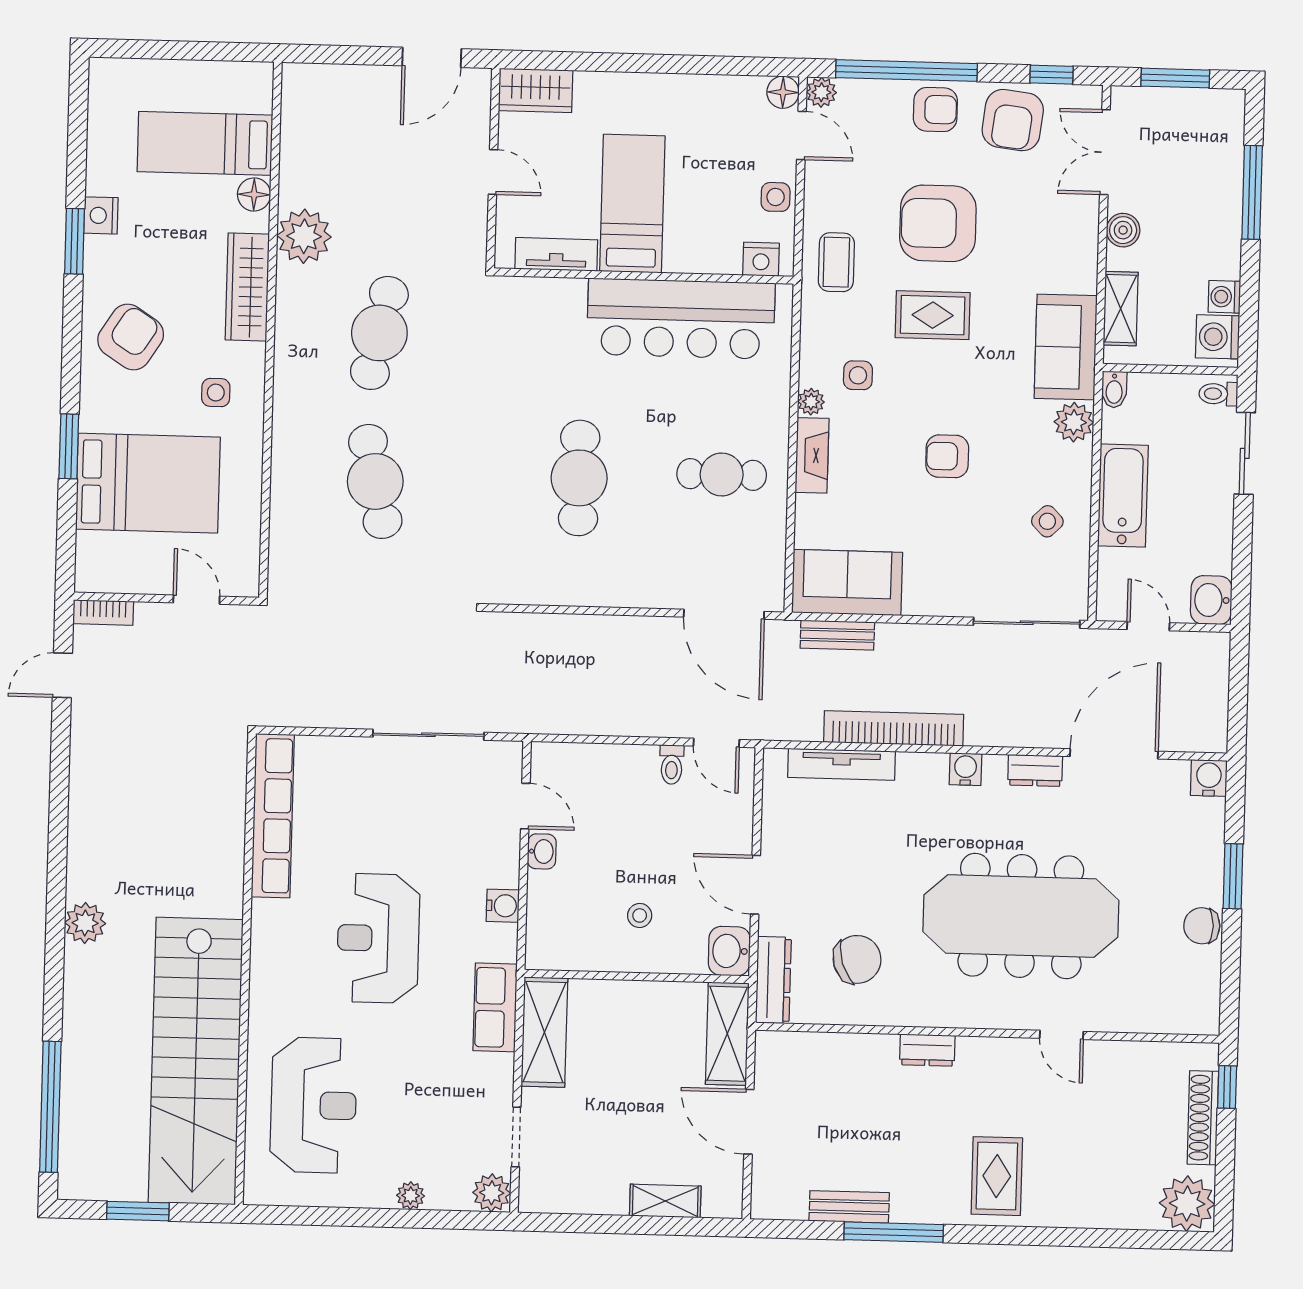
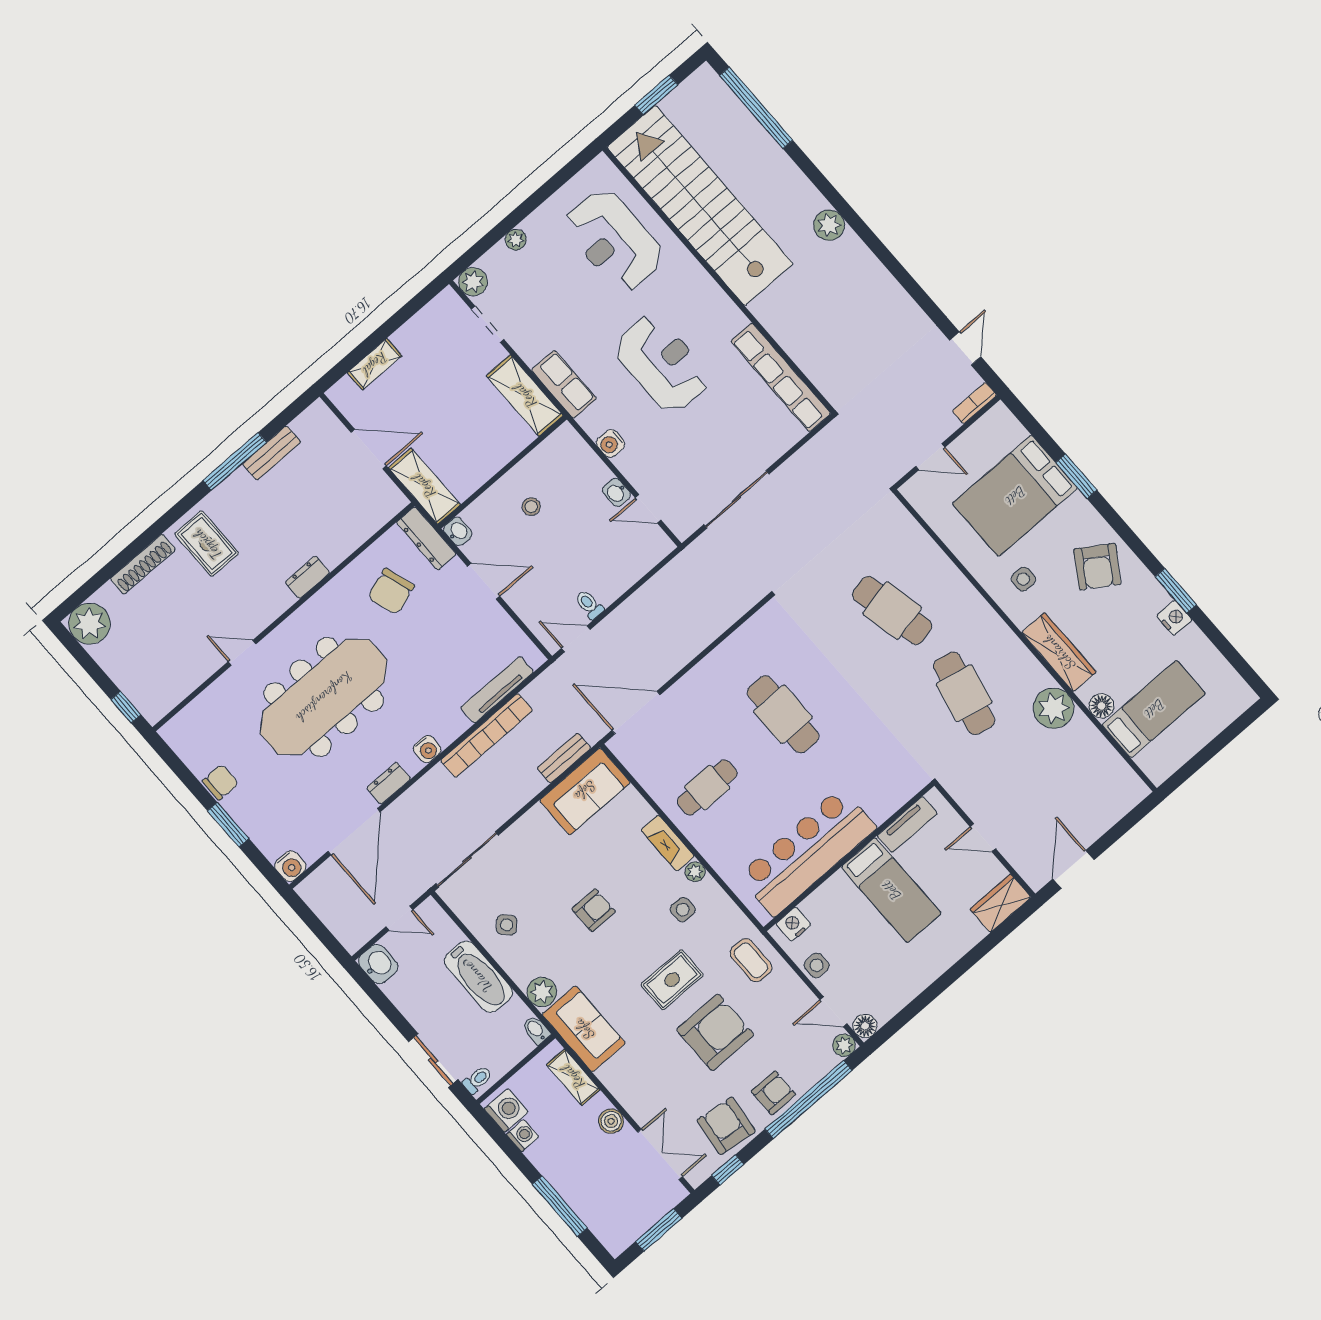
armchair: (935, 109) -> (773, 1093), turned 180
washbasin: (729, 951) -> (458, 531), width x0.72, depth x0.69
shoe rack: (1203, 1118) -> (143, 564), moved, turned 90

